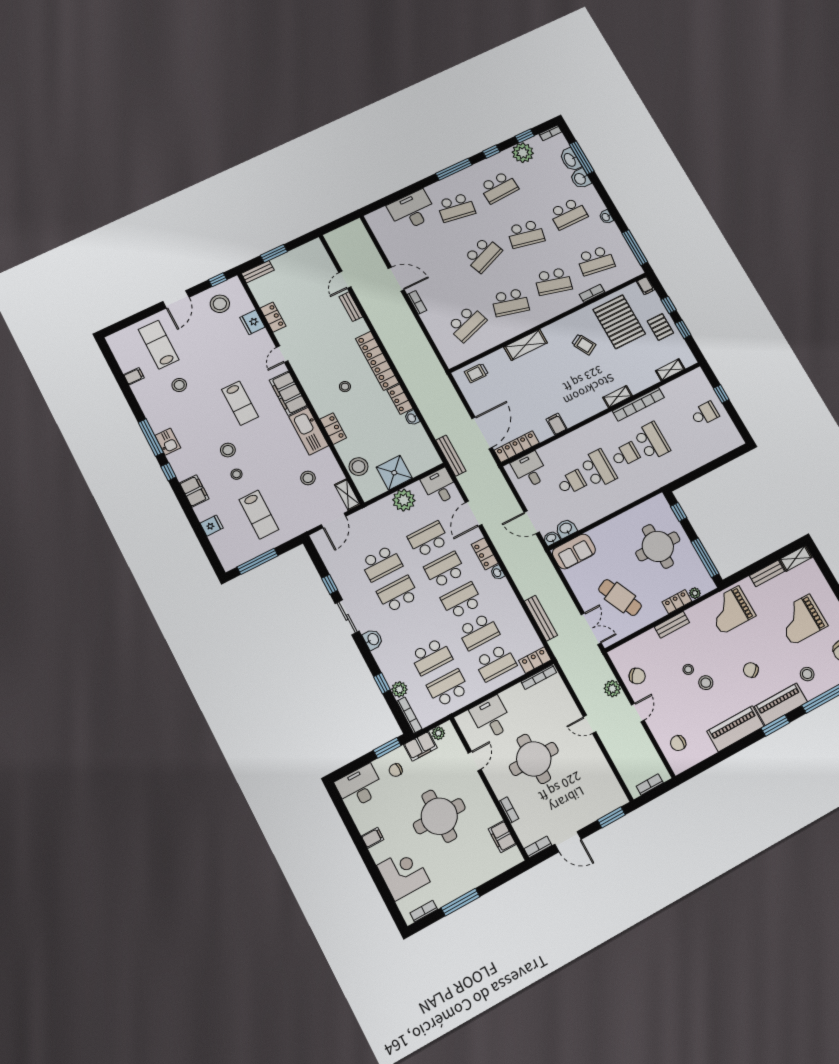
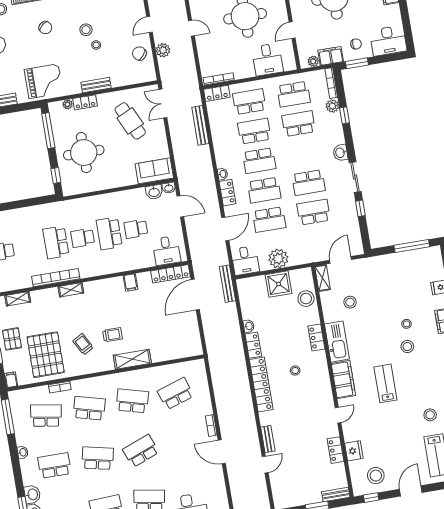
trolley: (476, 373) -> (112, 335), moved
lab bench: (259, 515) -> (399, 284), removed

